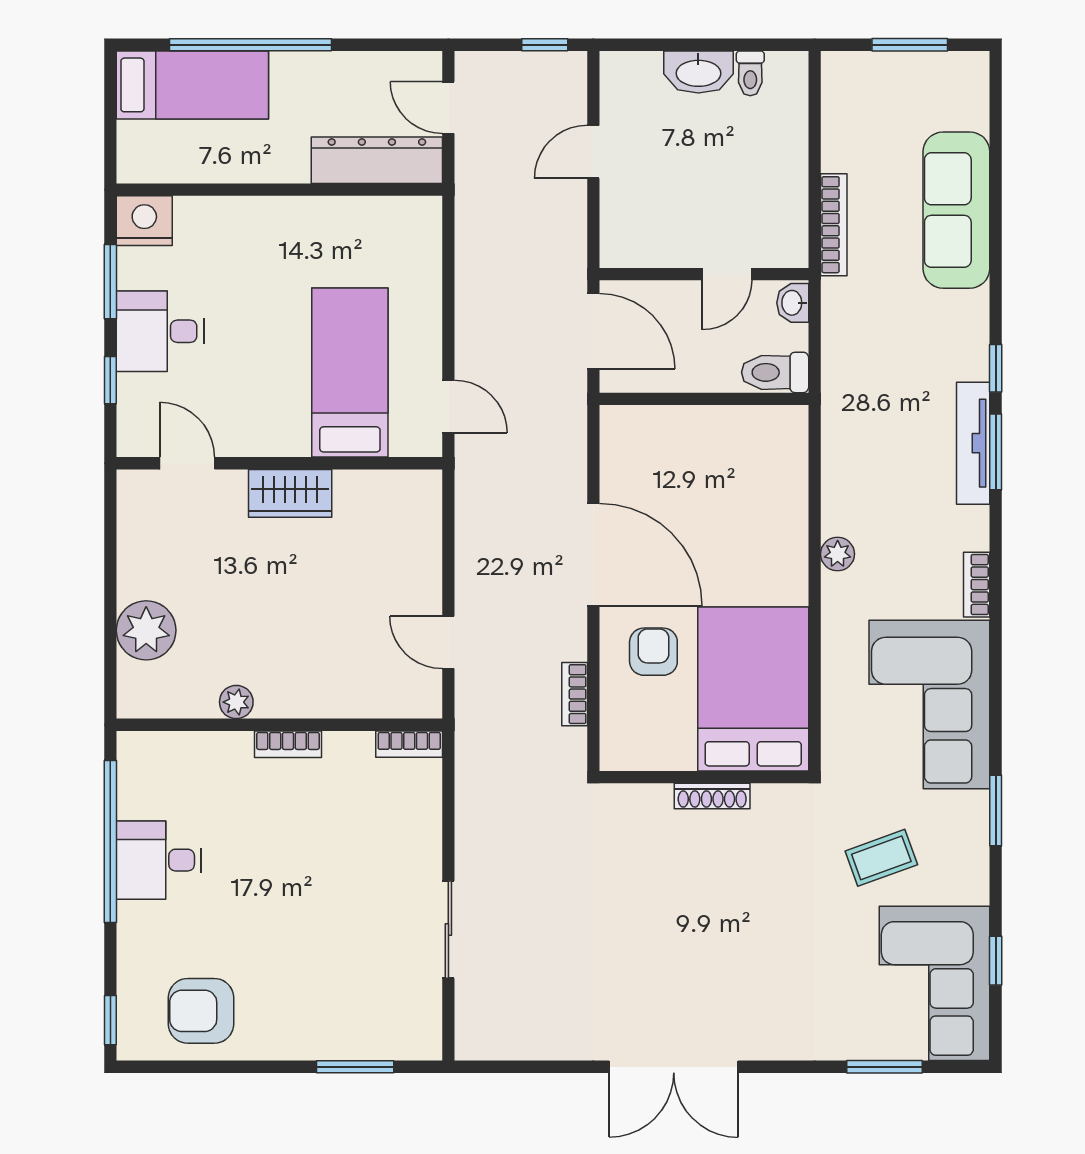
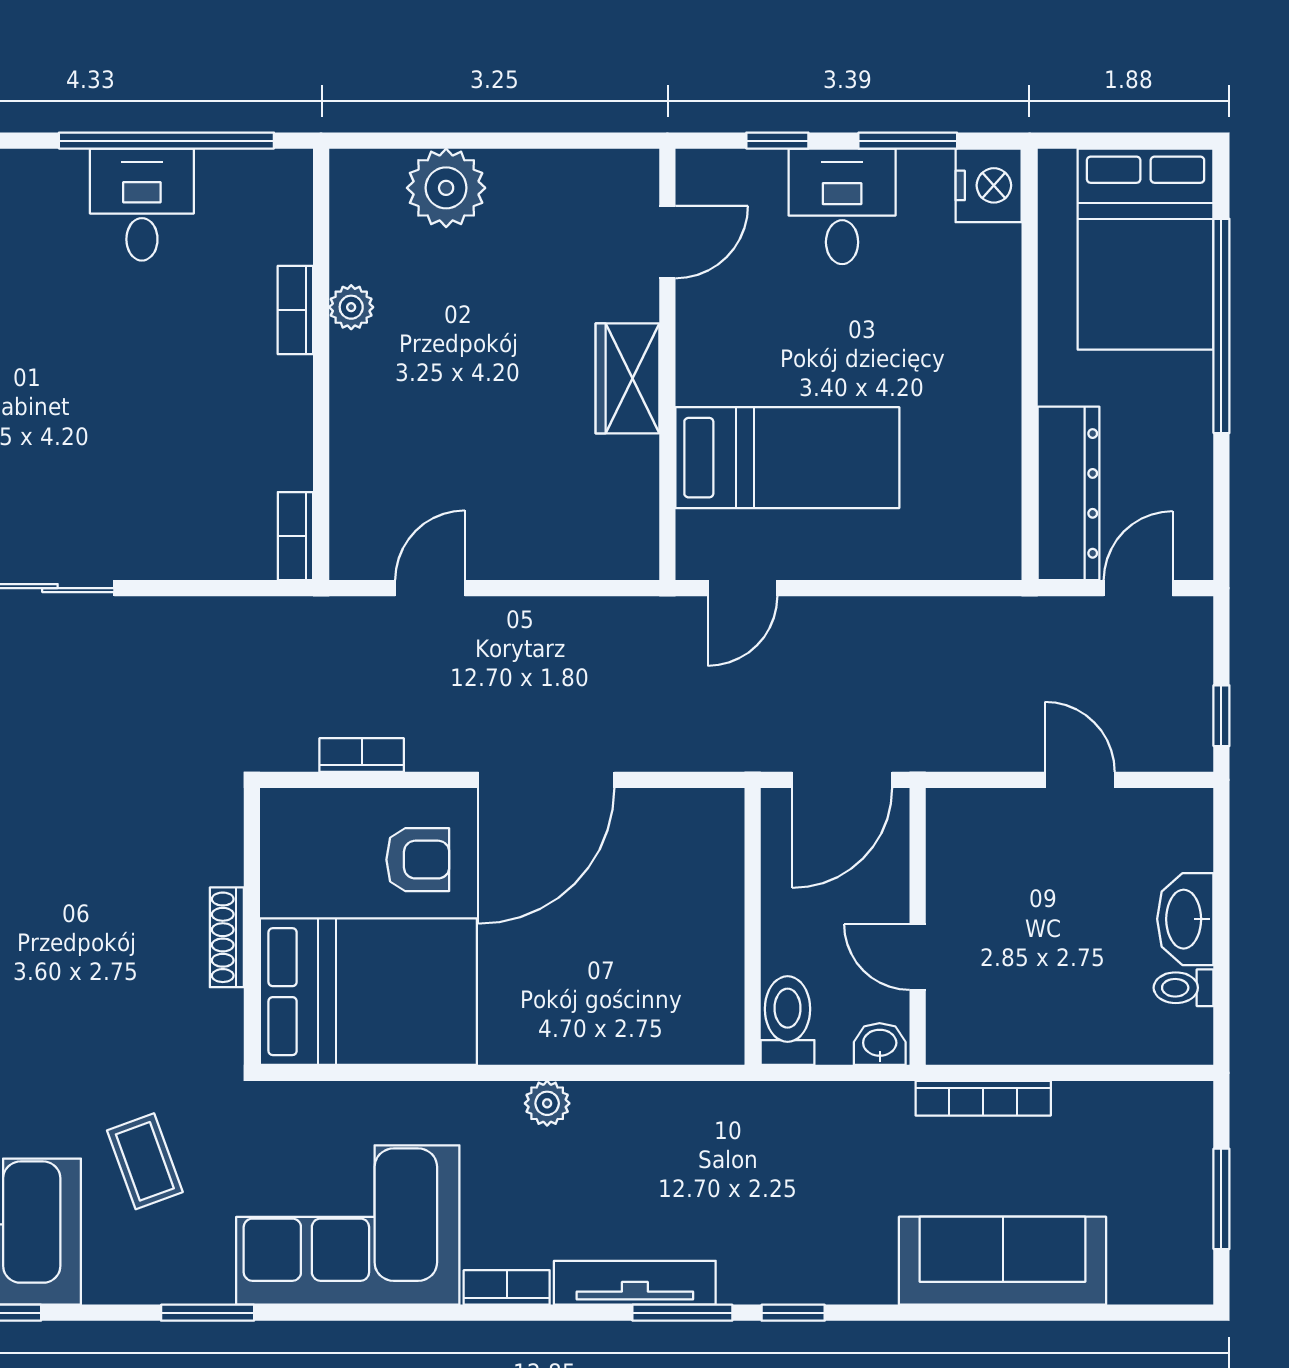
bed: (192, 85) -> (1146, 249), width x1.50
tv unit: (973, 443) -> (635, 1283), moved
bookcase: (288, 744) -> (295, 310), moved

